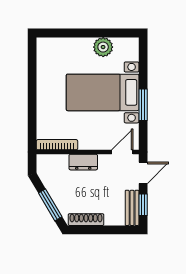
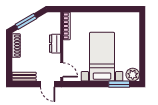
plant: (103, 47) -> (133, 75), moved
window: (143, 105) -> (119, 84), moved
window: (143, 205) -> (26, 84), removed

